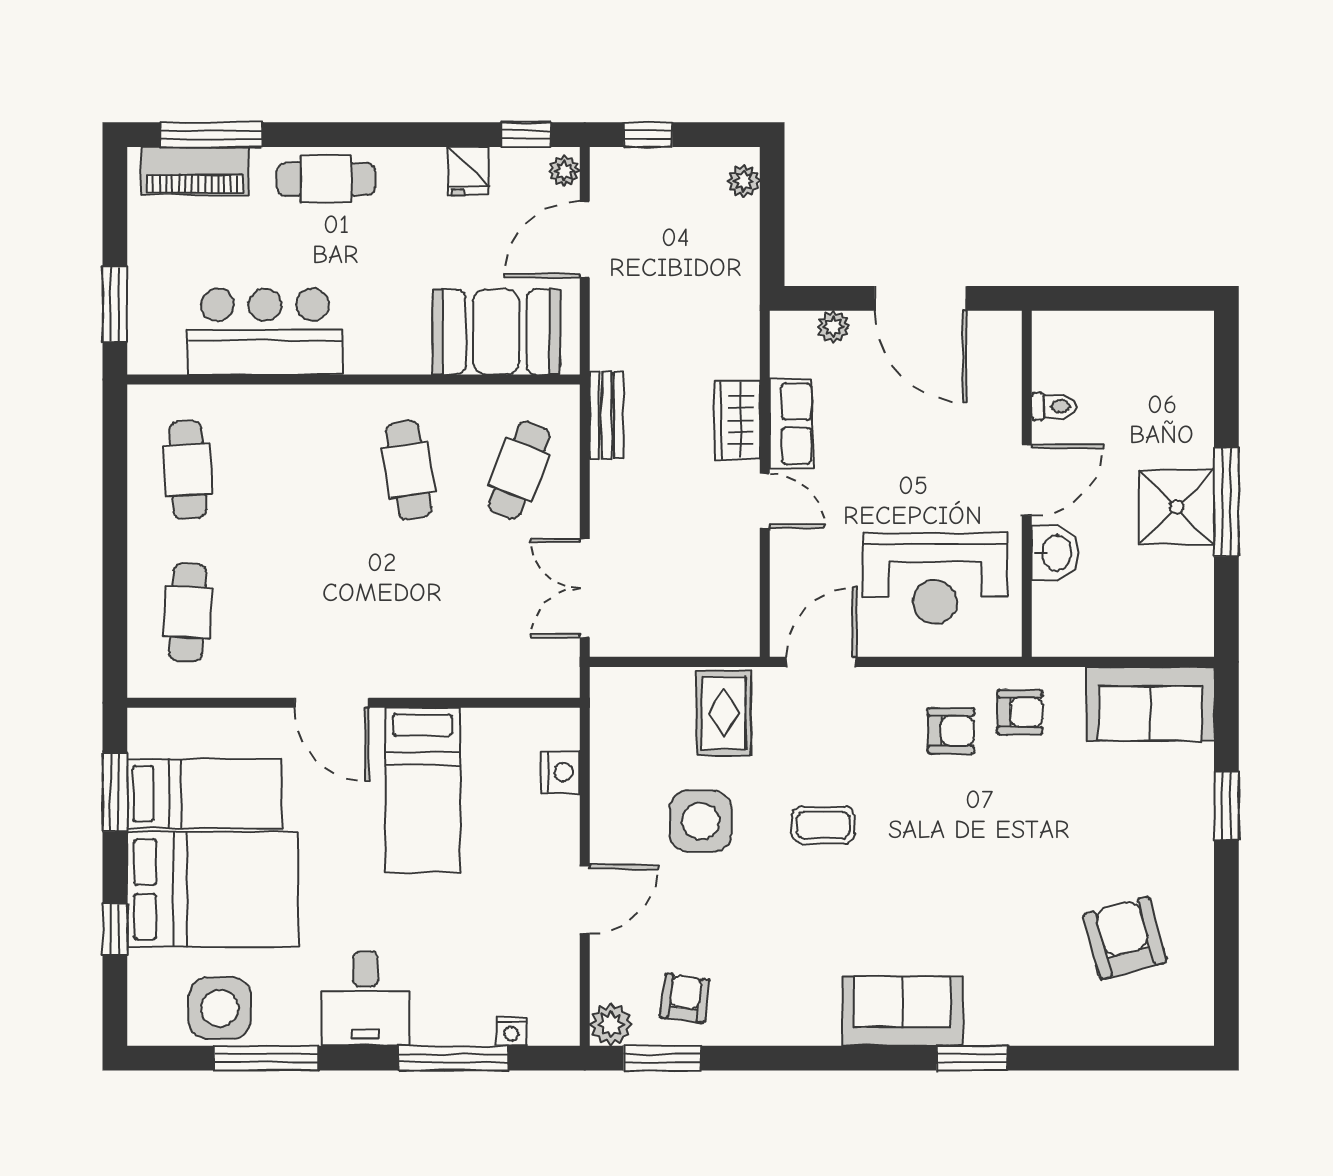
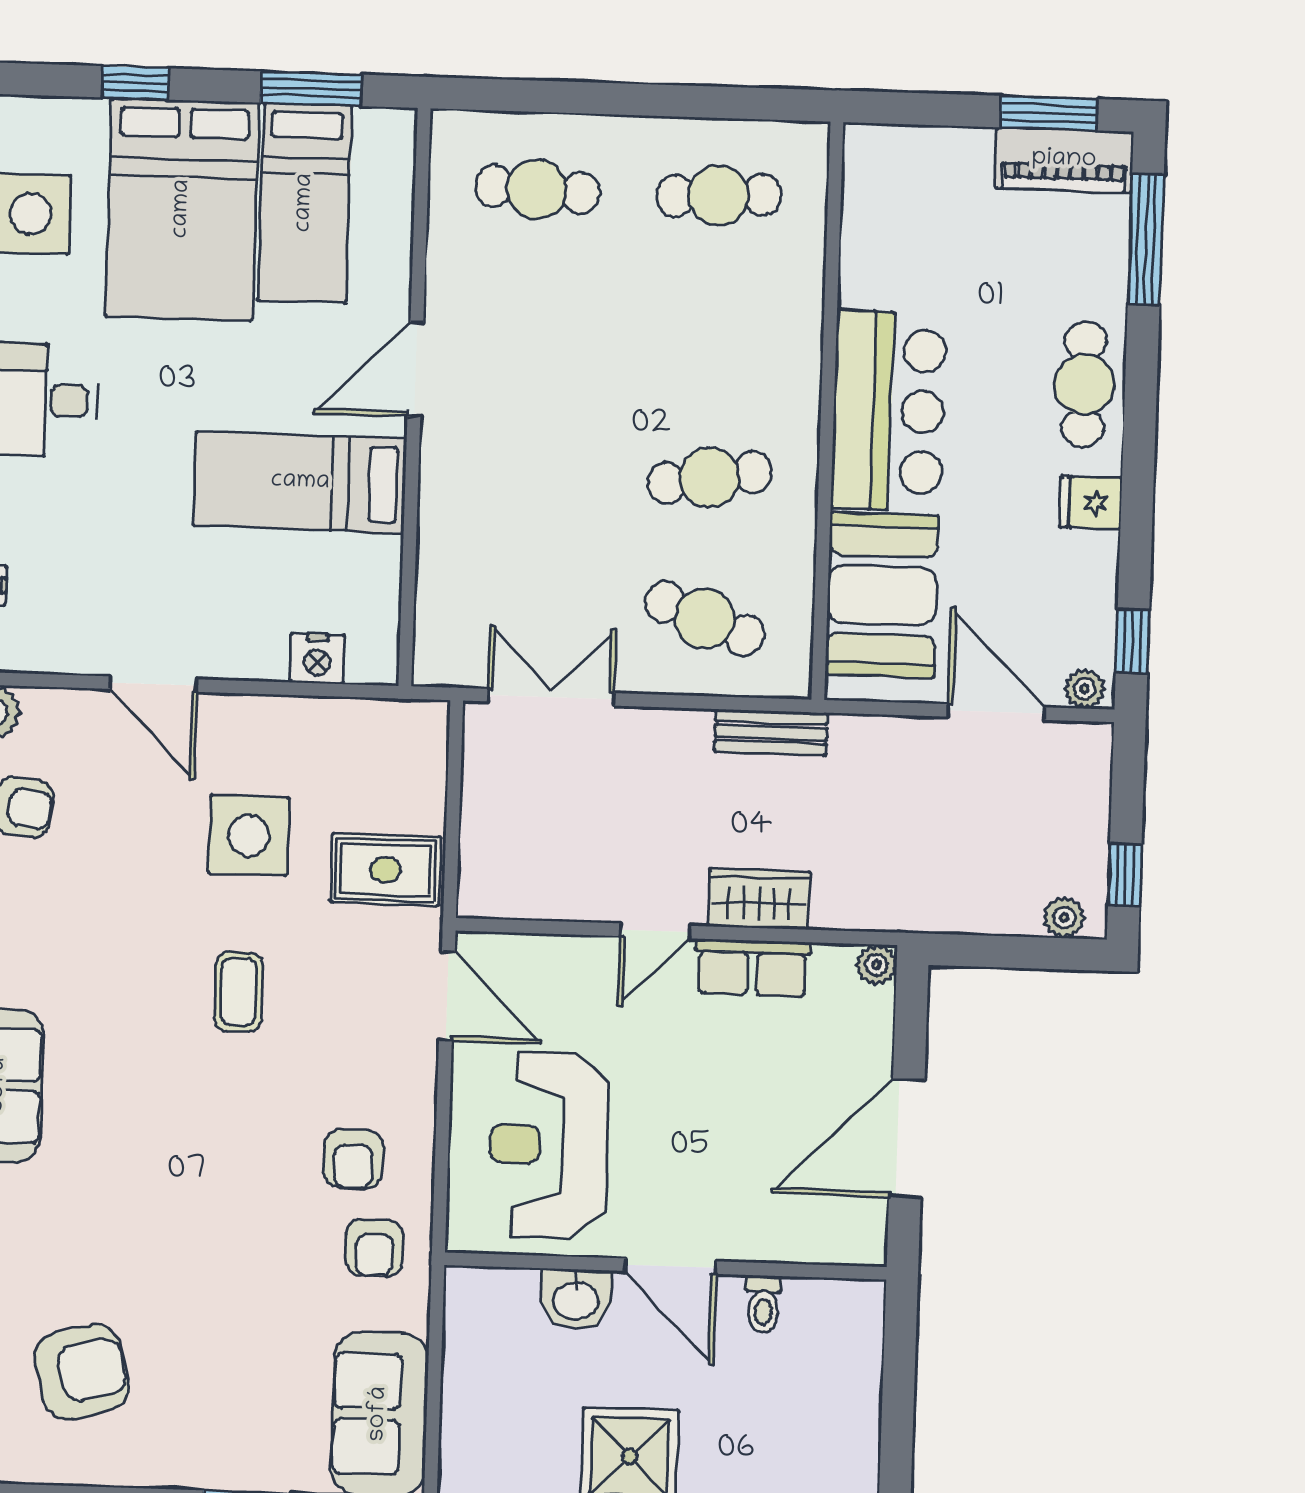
window: (648, 135) -> (1125, 875), moved
piano: (195, 171) -> (1064, 160), moved, turned -90
fridge: (468, 171) -> (1091, 503), moved
window: (115, 304) -> (1049, 113), moved
plant: (833, 327) -> (876, 965), moved
bar counter: (265, 331) -> (889, 411), moved

